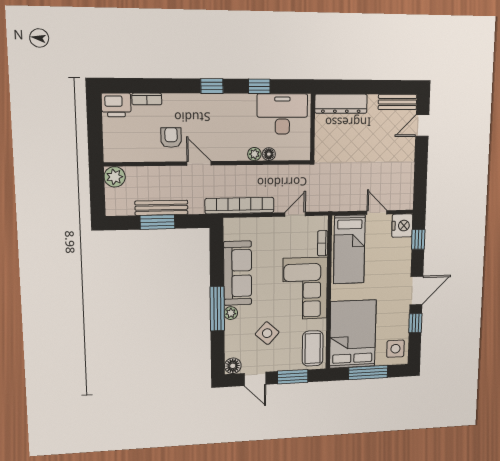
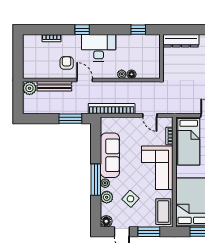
window: (212, 86) -> (82, 30), moved
window: (259, 86) -> (138, 30), moved
printer: (116, 105) -> (32, 42), removed
desk: (282, 114) -> (99, 48), moved
bench: (161, 208) -> (54, 86), moved
door: (295, 214) -> (150, 115), swing flipped
window: (157, 222) -> (70, 119), moved
plant: (233, 333) -> (107, 197), added

